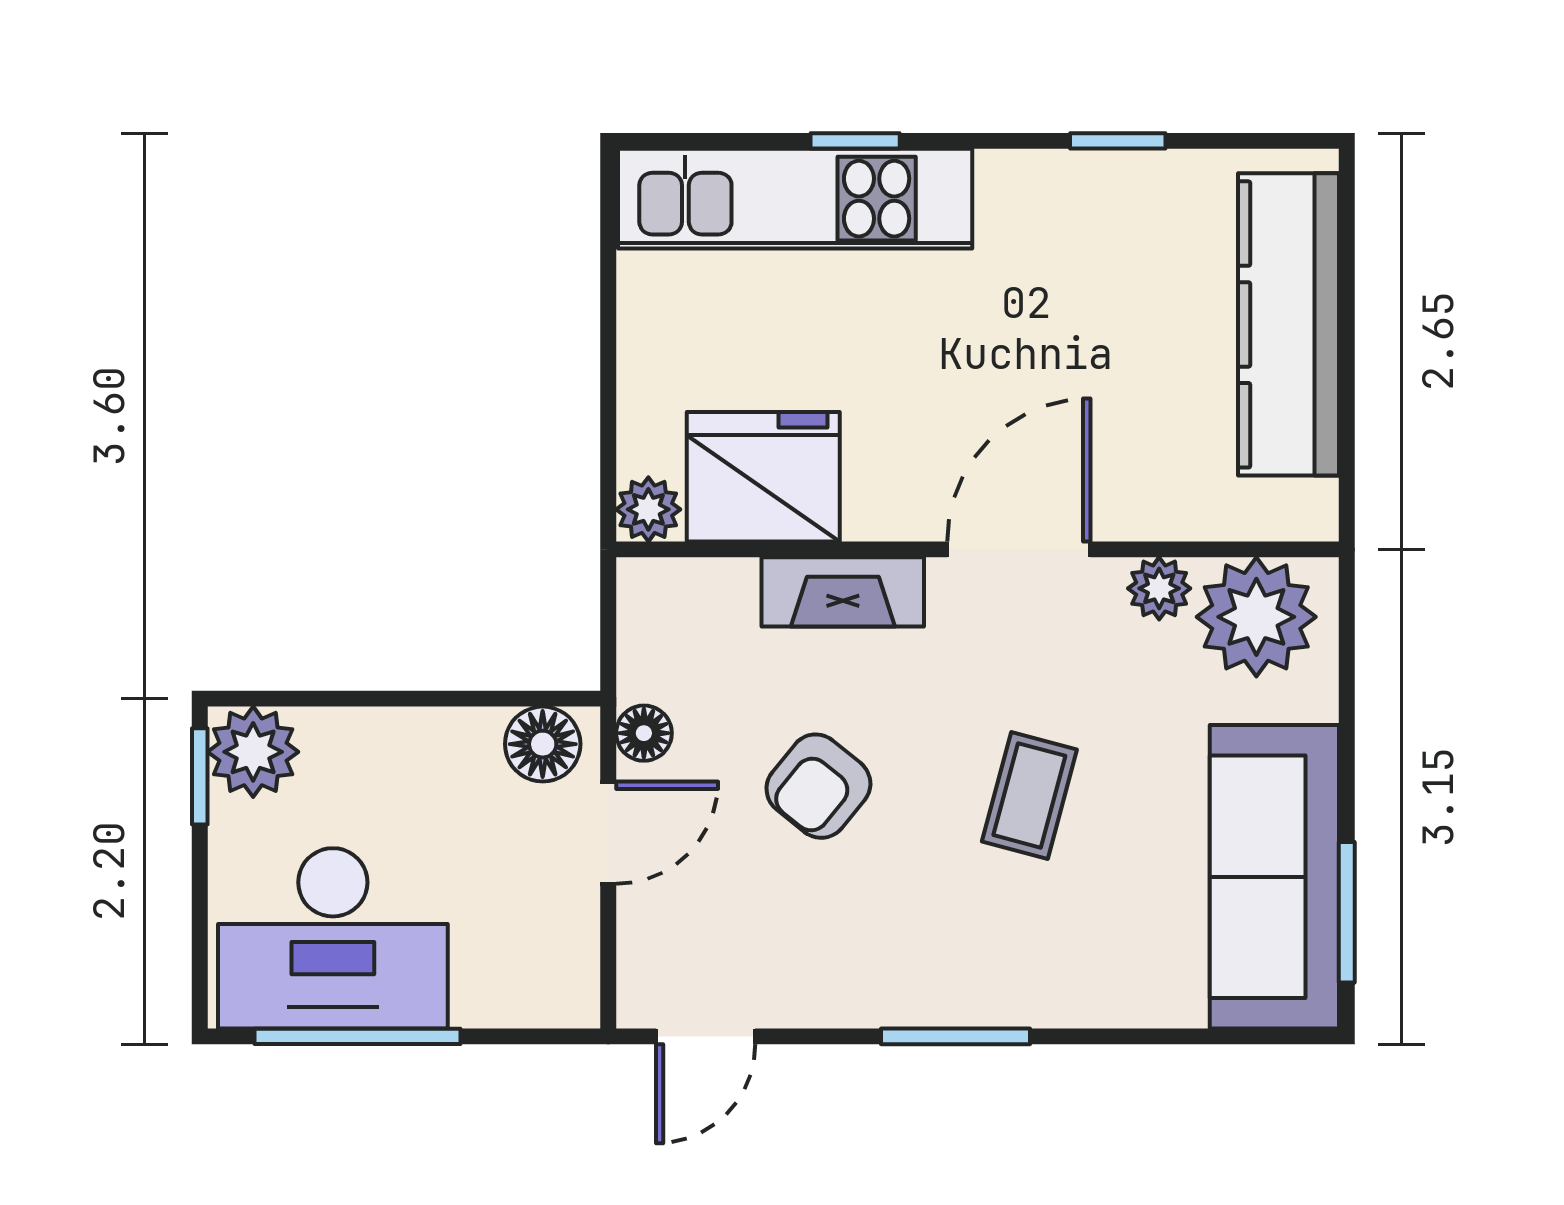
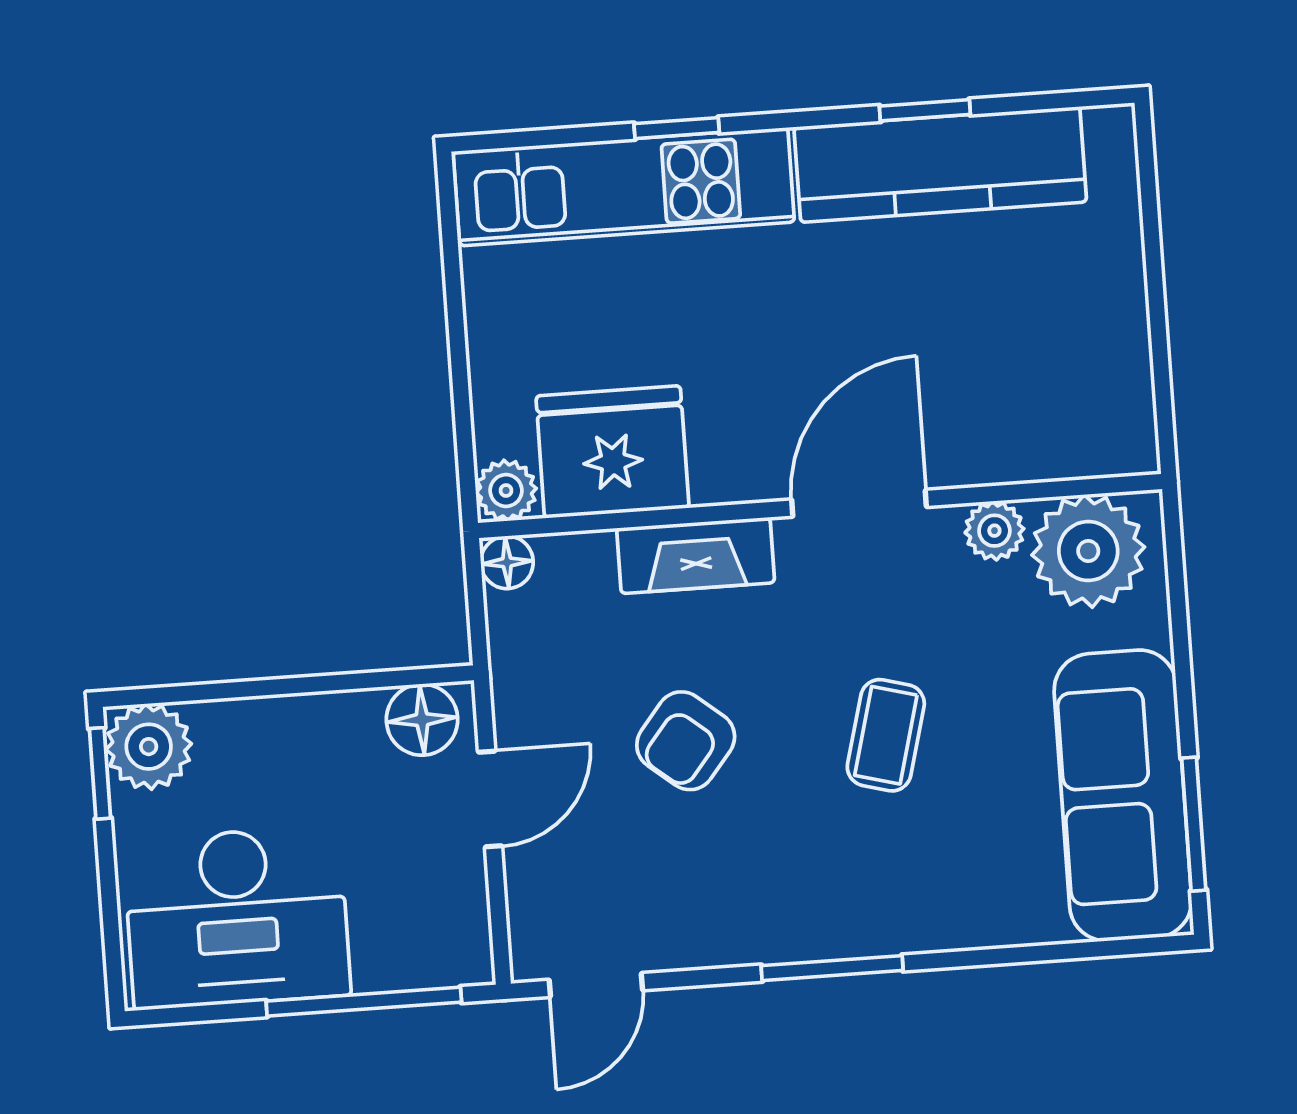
kitchen counter: (1288, 324) -> (940, 165), moved, turned -90
floor lamp: (644, 733) -> (507, 562), moved
window: (358, 1036) -> (364, 1002), moved

